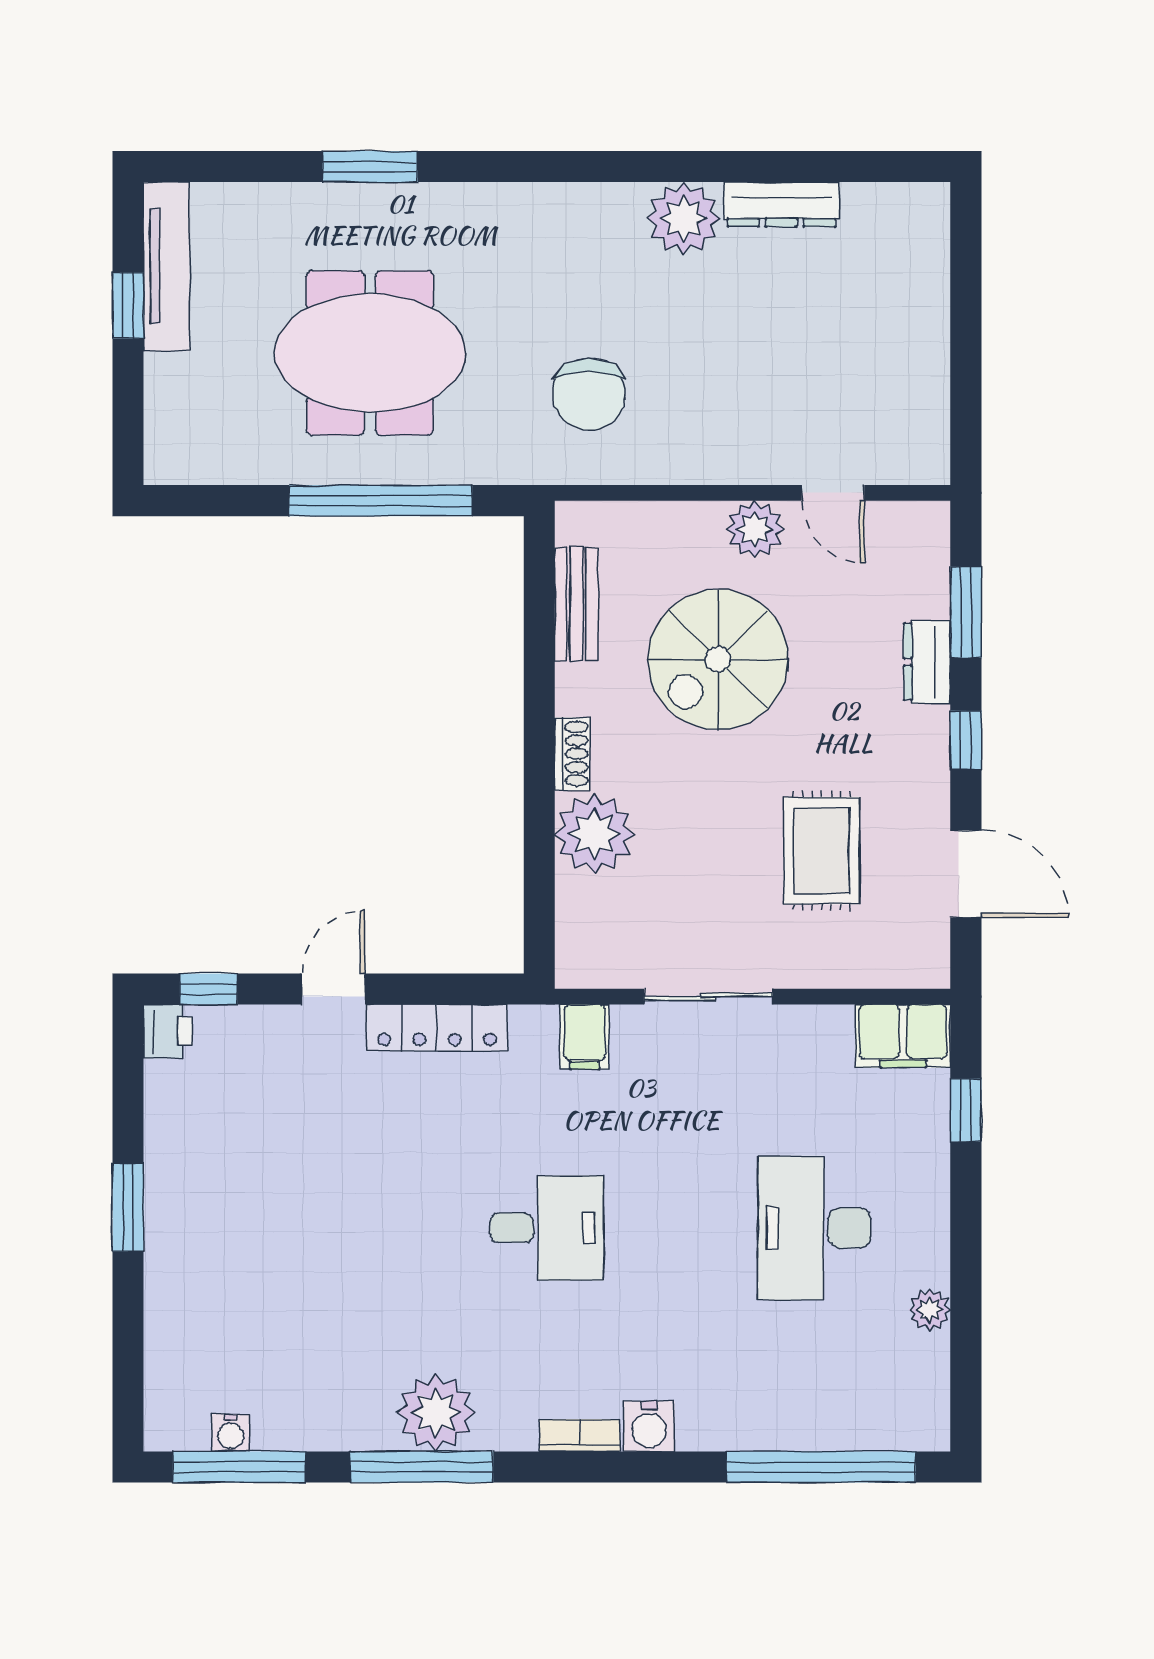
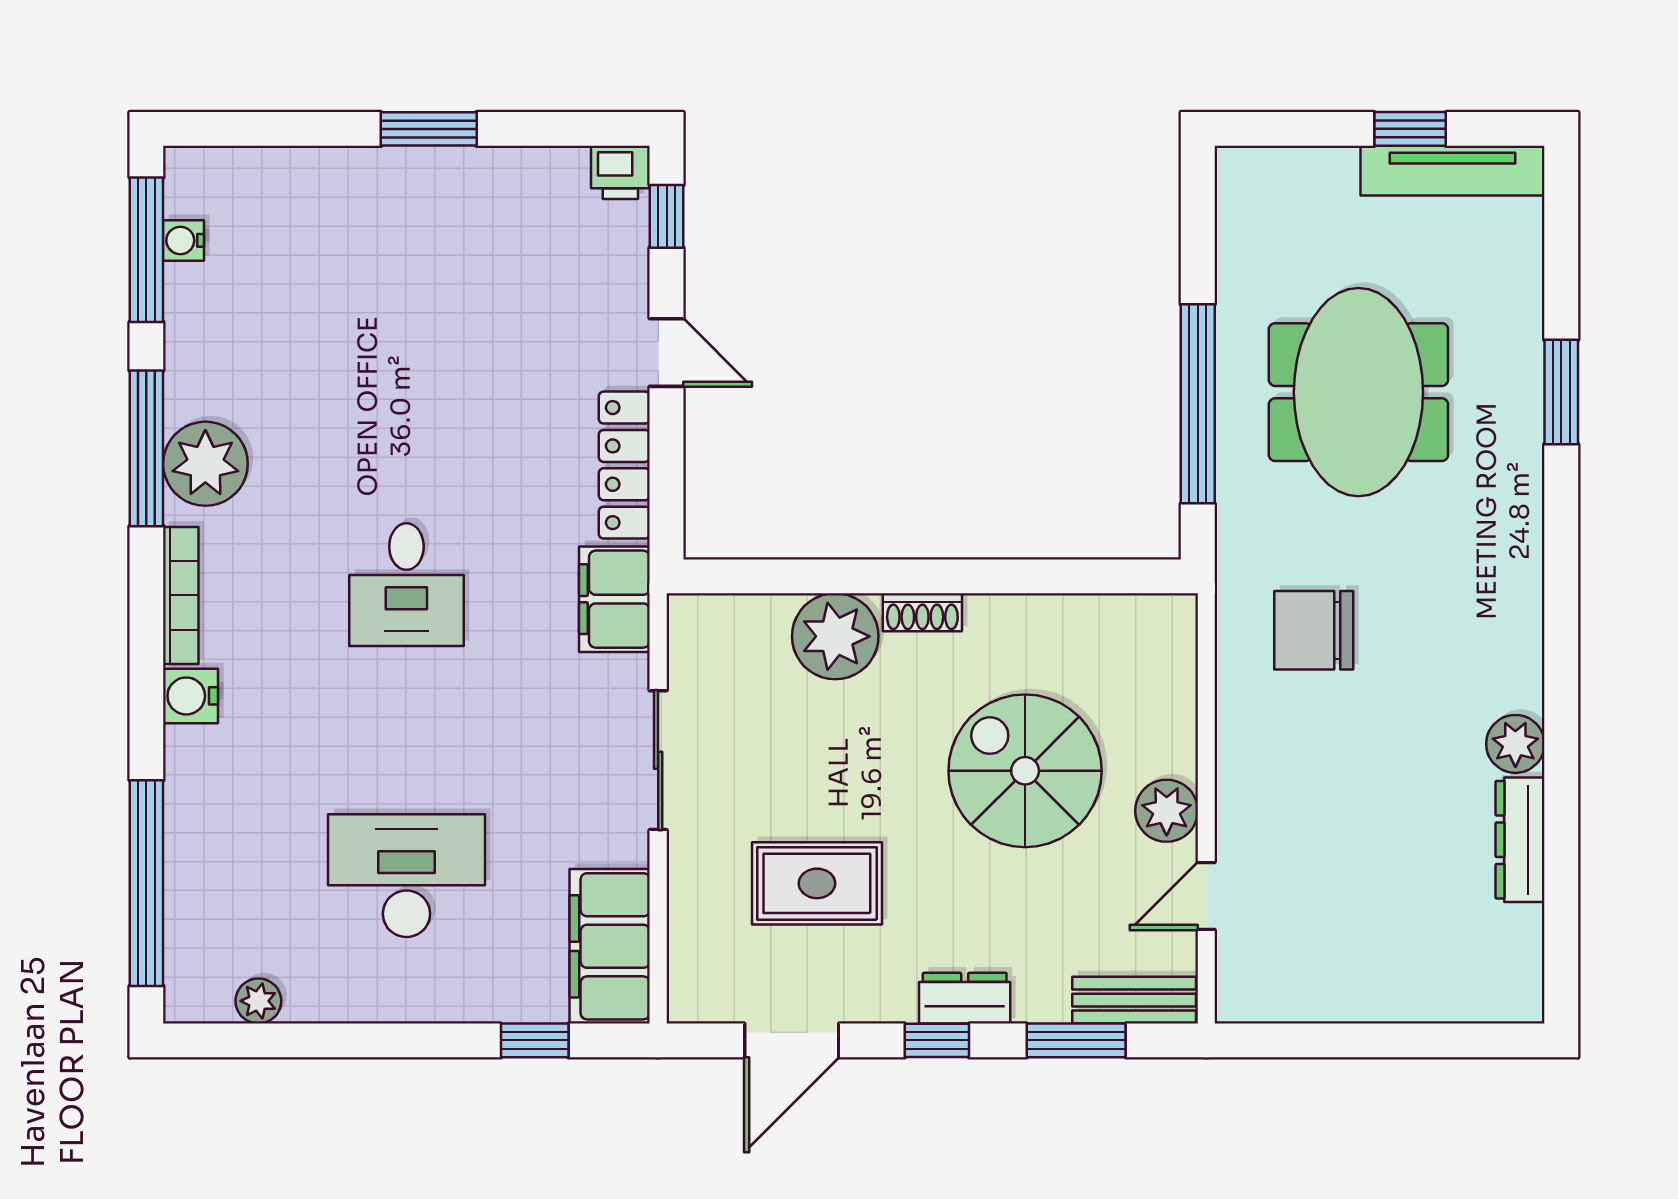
plant: (684, 218) -> (1515, 744), width x0.73, depth x0.73
bench: (576, 604) -> (1134, 1000), moved
dresser: (927, 662) -> (965, 998), moved
filing cabinet: (903, 1036) -> (610, 946), width x1.50, depth x1.17
filing cabinet: (585, 1037) -> (614, 599), width x2.00
plant: (930, 1310) -> (258, 1001), moved
bookcase: (580, 1435) -> (181, 595), width x1.56

